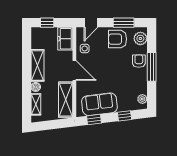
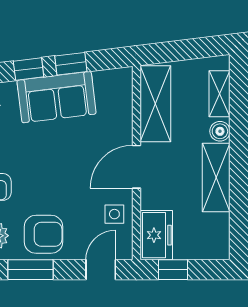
window: (47, 23) -> (173, 270), moved
door: (74, 70) -> (137, 167), hinge flipped
sofa: (99, 104) -> (57, 97), moved
window: (94, 120) -> (71, 64), moved

